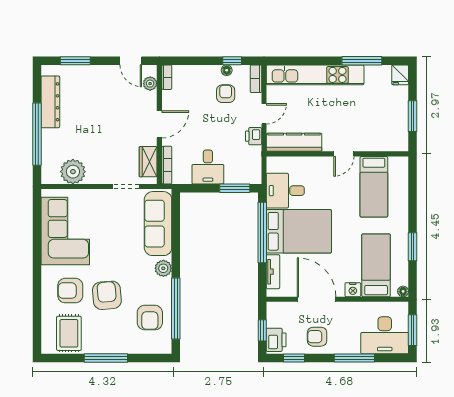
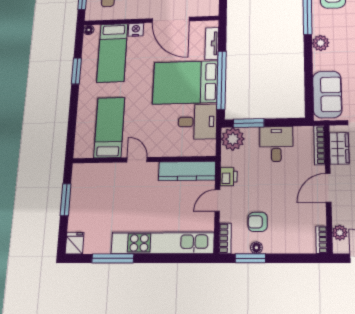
window: (232, 61) -> (250, 258), width x1.50
armchair: (226, 94) -> (258, 222), turned 90
door: (344, 154) -> (137, 160), hinge flipped
plant: (250, 173) -> (233, 139), added
sofa: (158, 224) -> (327, 94), width x0.73

